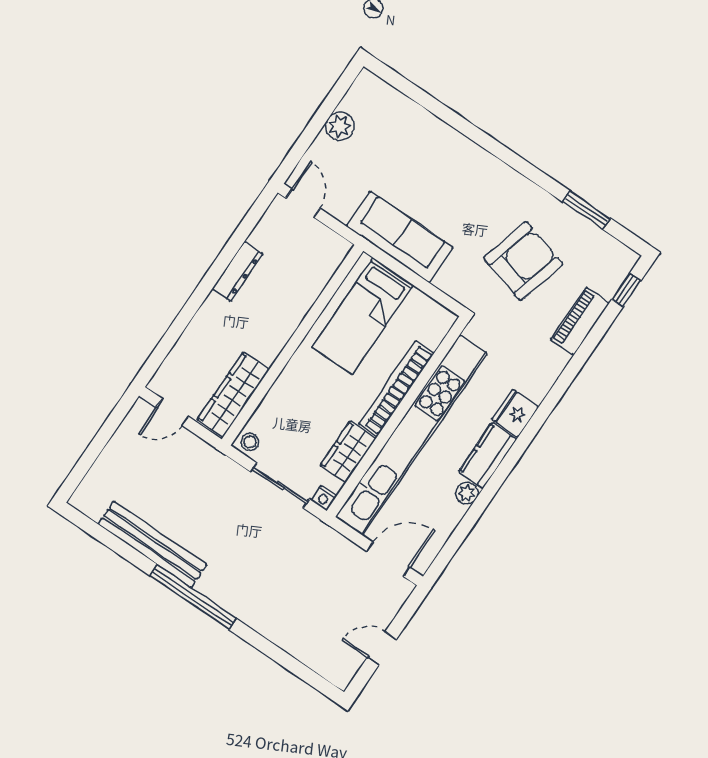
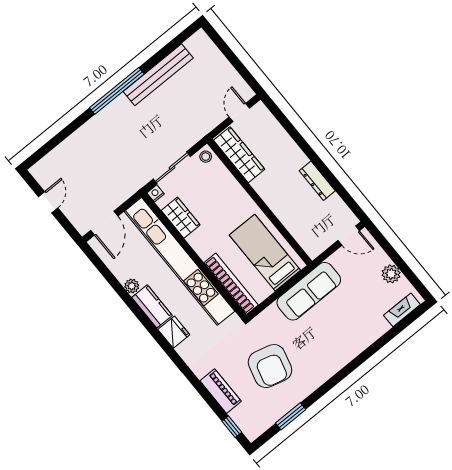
fireplace: (387, 95) -> (402, 310), added
bookcase: (396, 389) -> (231, 284), moved

